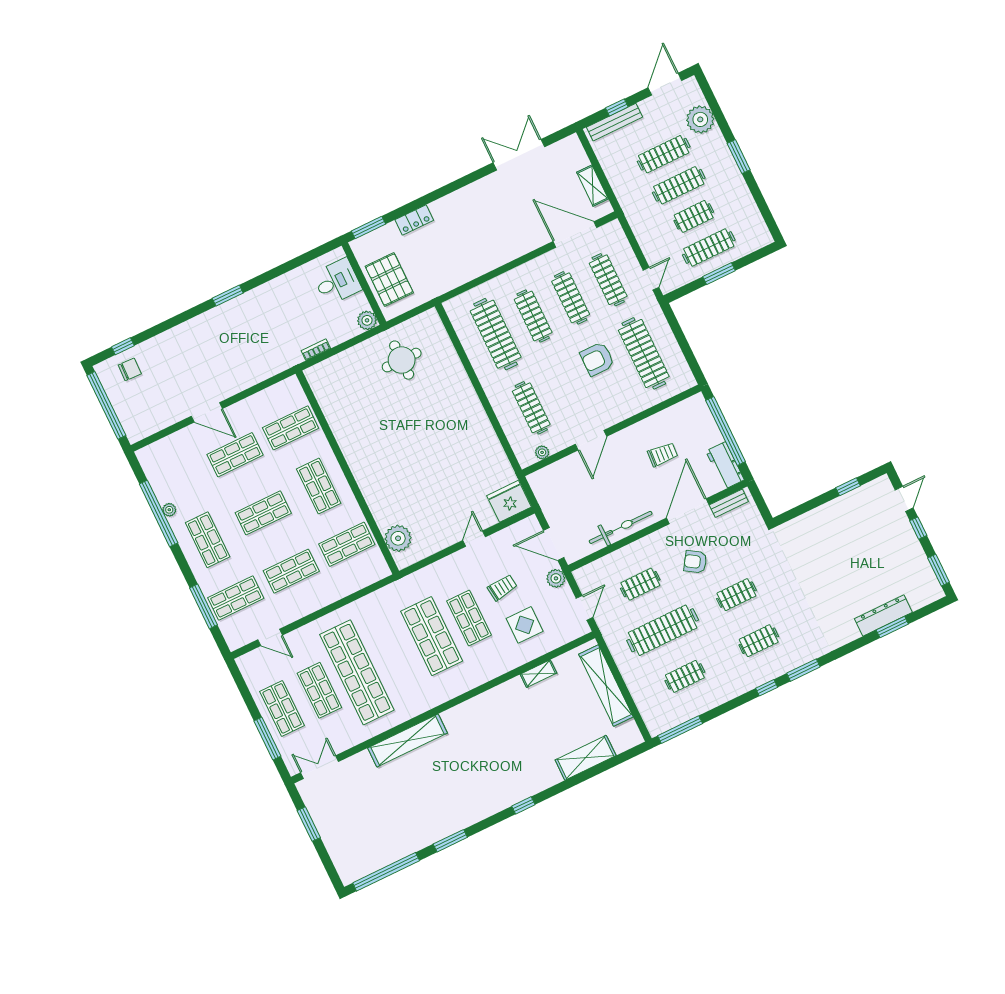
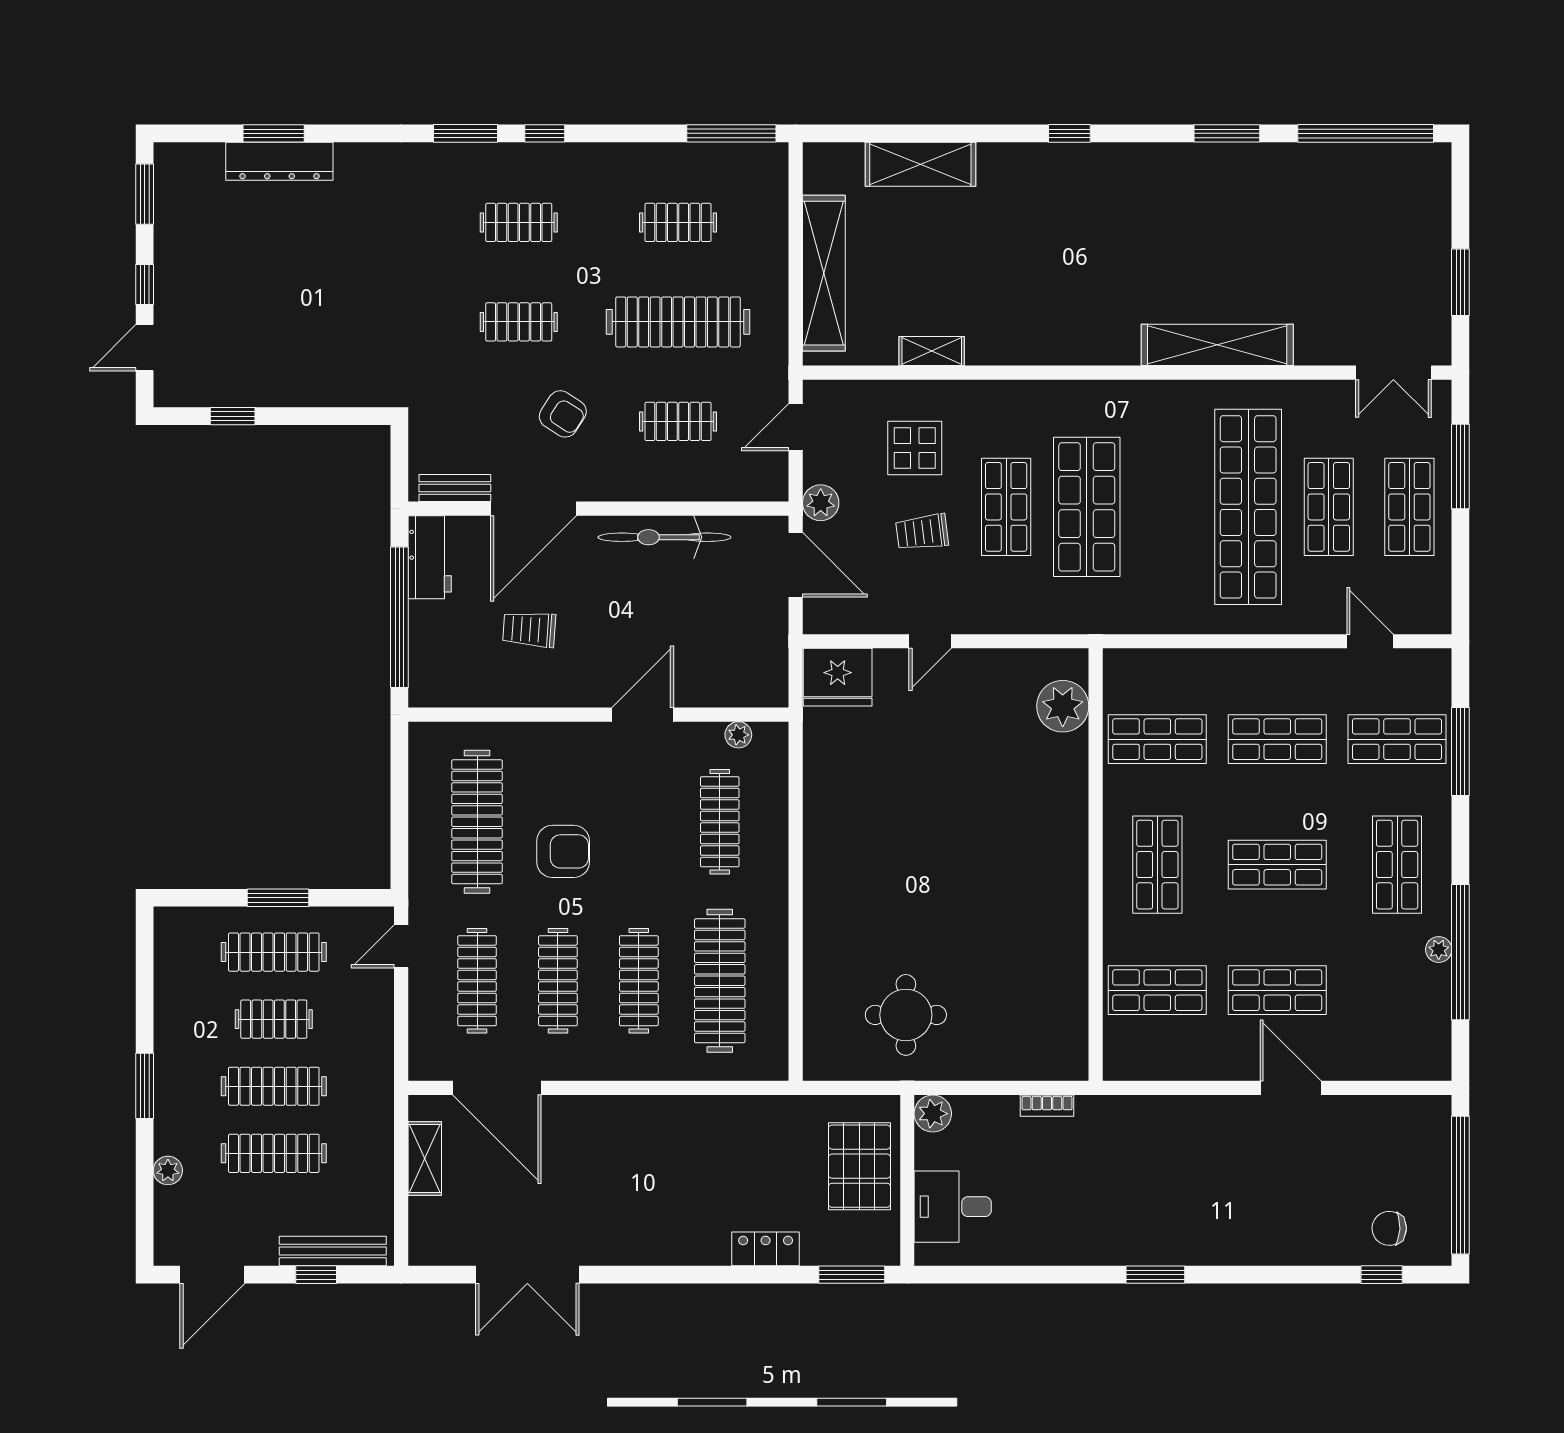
plant: (700, 119) -> (168, 1170), width x0.53, depth x0.53

